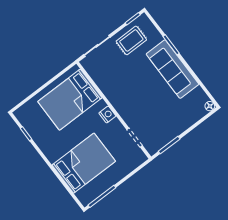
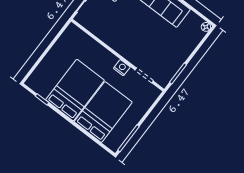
bed: (70, 100) -> (75, 90), moved, turned 180
nightstand: (107, 114) -> (122, 68), moved

